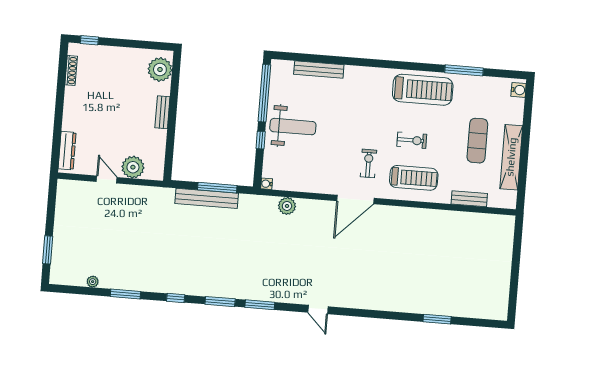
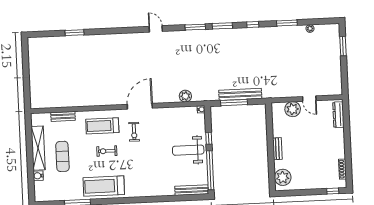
bench: (319, 70) -> (192, 190), moved
water cooler: (519, 90) -> (38, 176), moved

